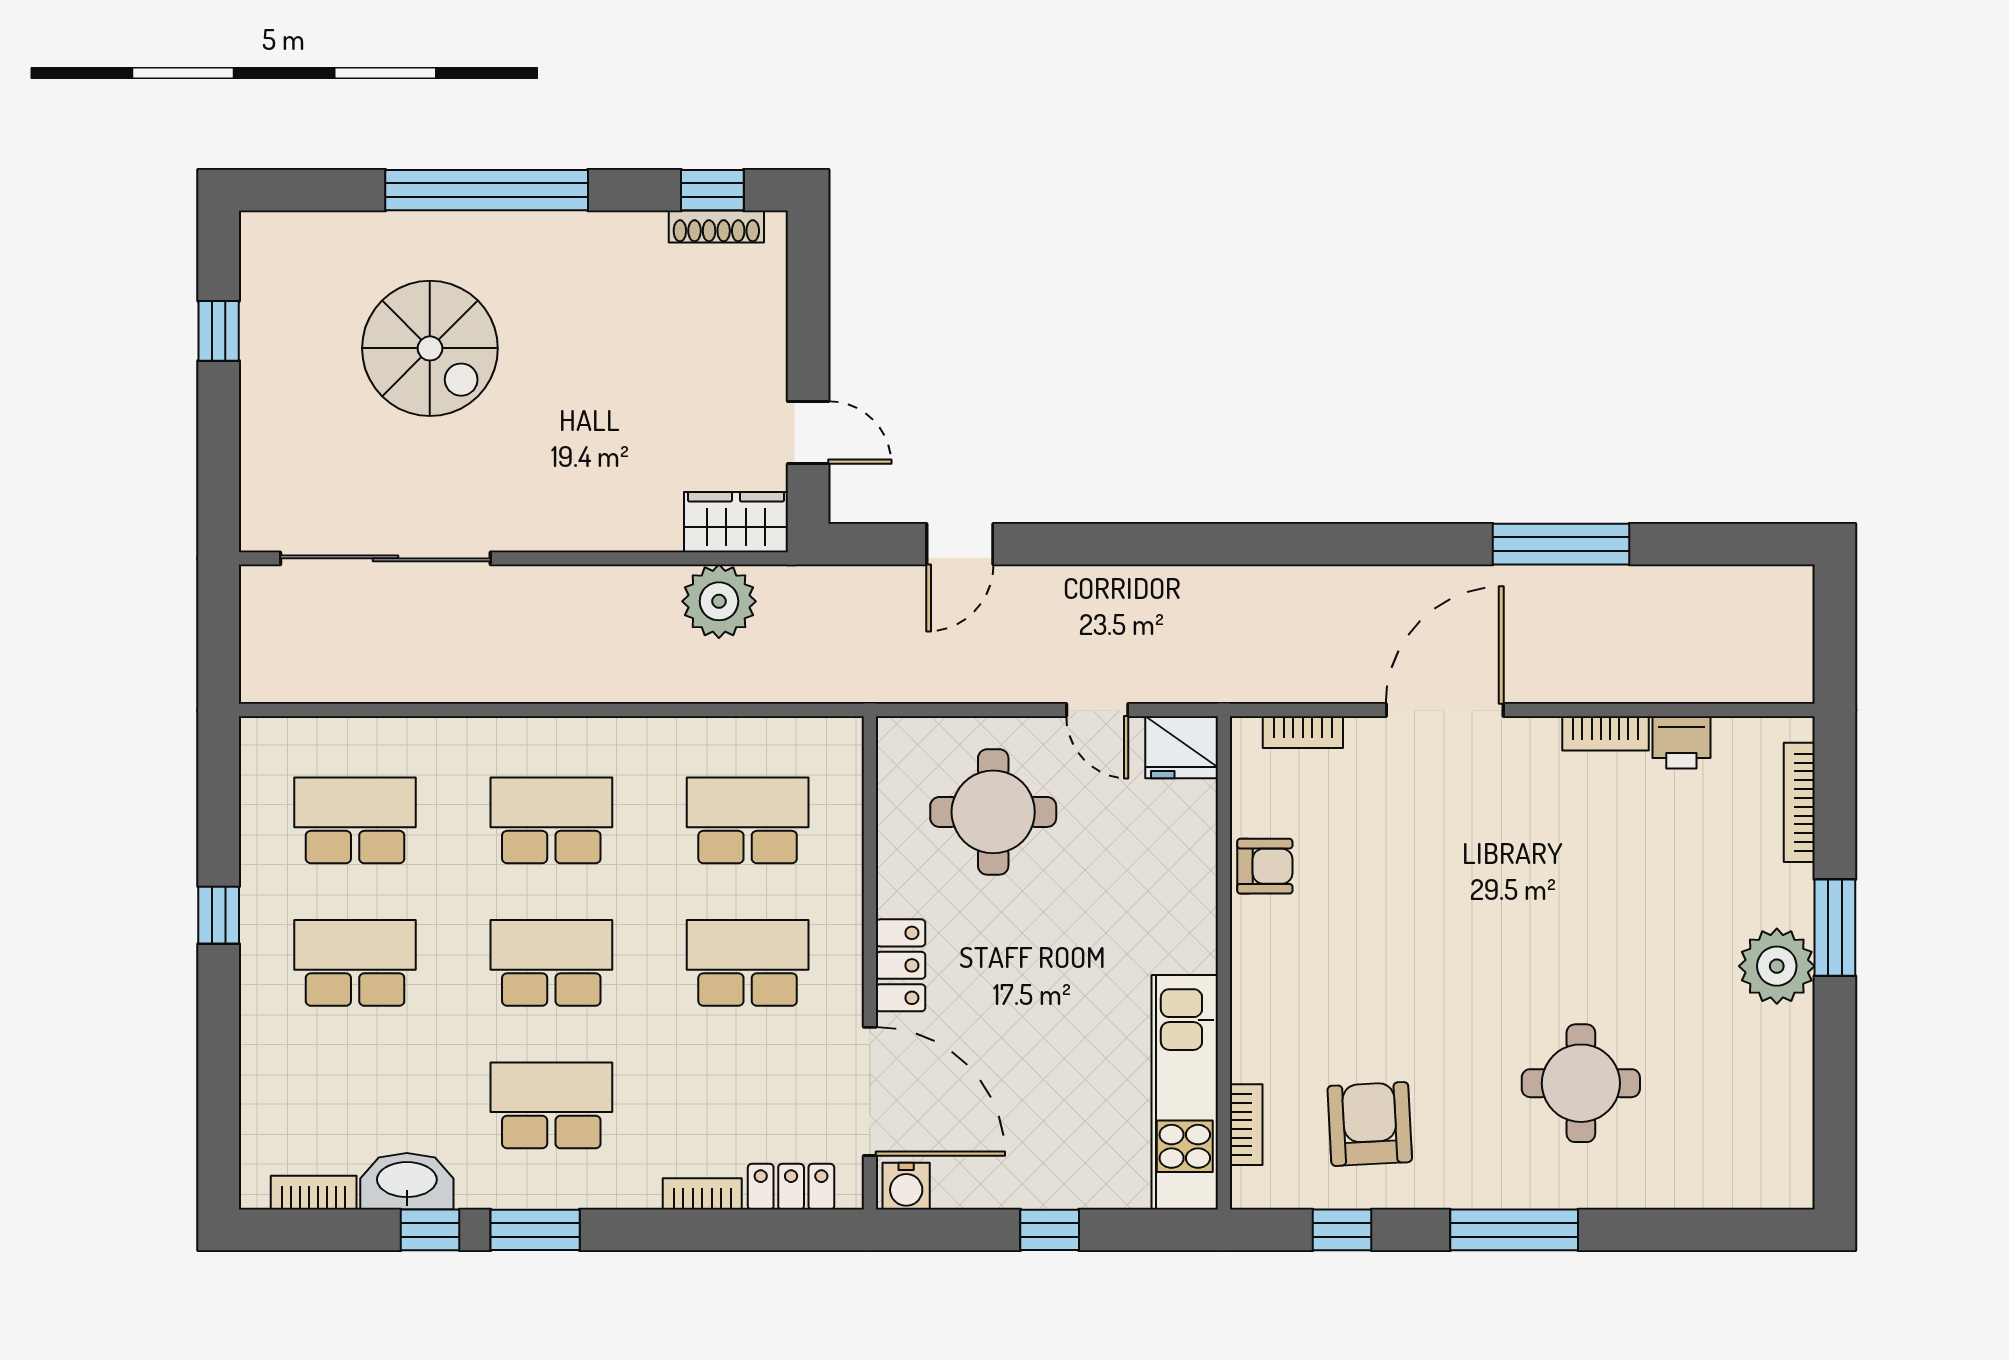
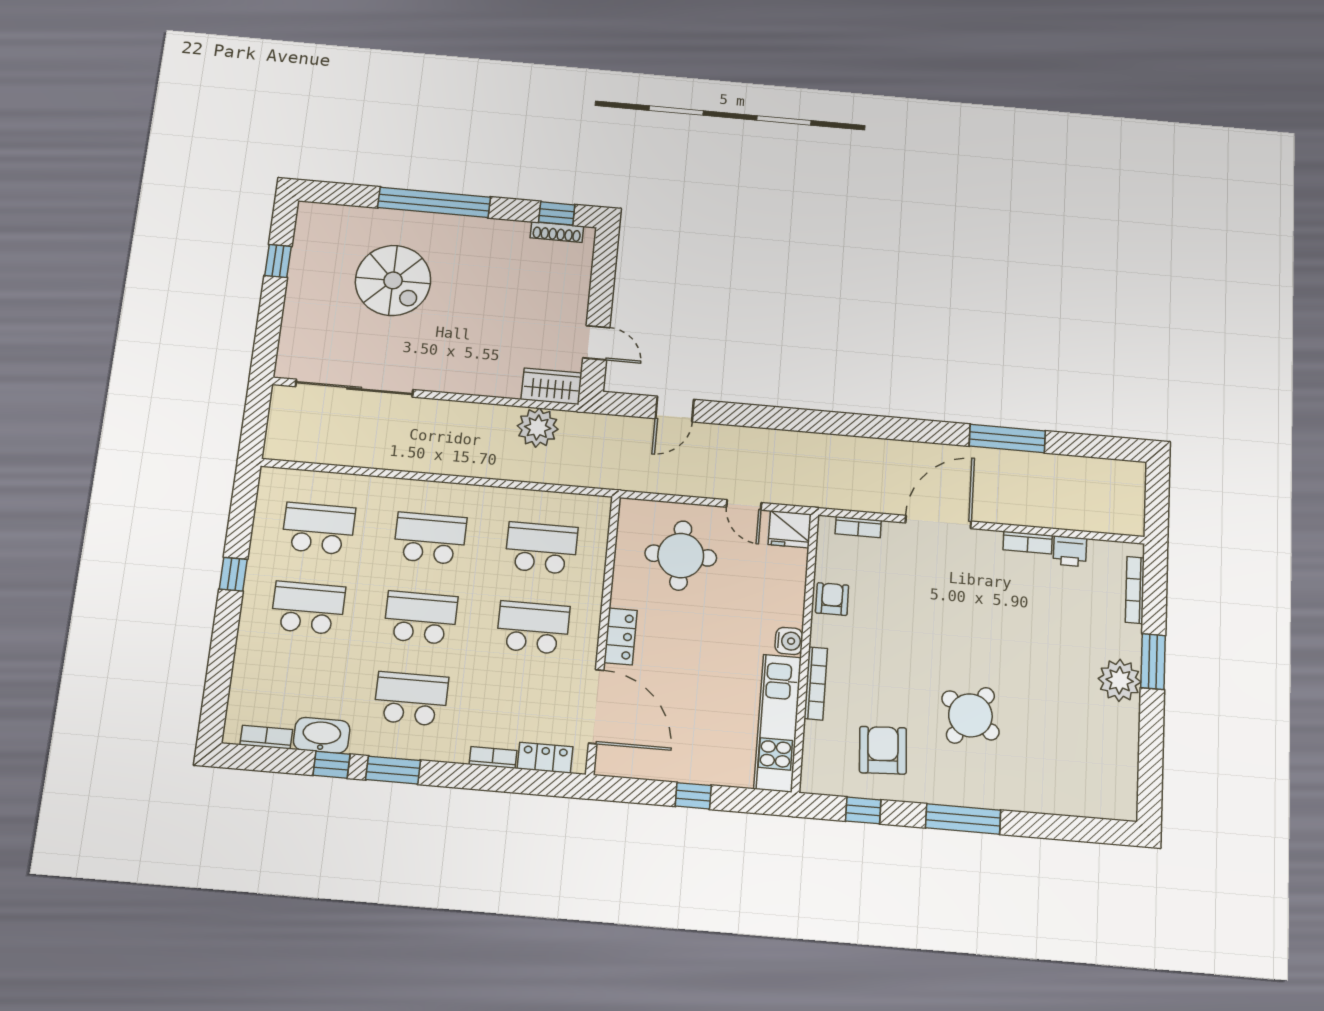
armchair: (1265, 866) -> (832, 599), turned -90
round table: (1581, 1083) -> (970, 715), moved, turned 35
bookcase: (1246, 1125) -> (816, 683), moved, width x1.56
water cooler: (906, 1186) -> (789, 641), moved, turned -90

